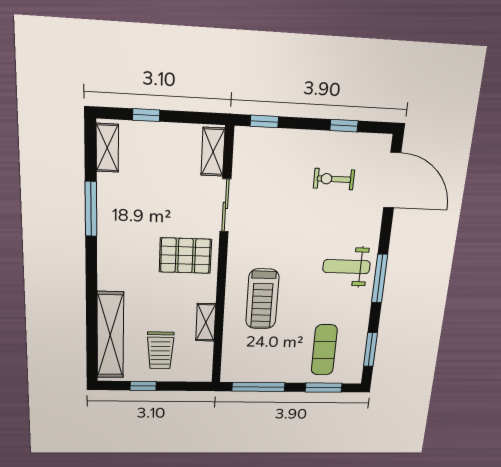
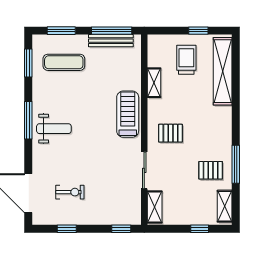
pallet: (128, 202) -> (211, 170), added
pallet: (185, 256) -> (171, 133), width x0.67, depth x0.71
treadmill: (262, 299) -> (128, 114), moved
exercise mat: (324, 350) -> (64, 62), turned 90
bench: (260, 375) -> (111, 41), added

